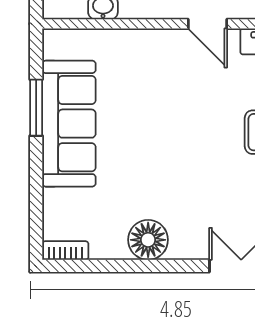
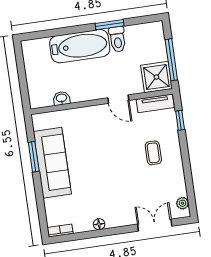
floor lamp: (148, 240) -> (99, 224), width x0.53, depth x0.53

